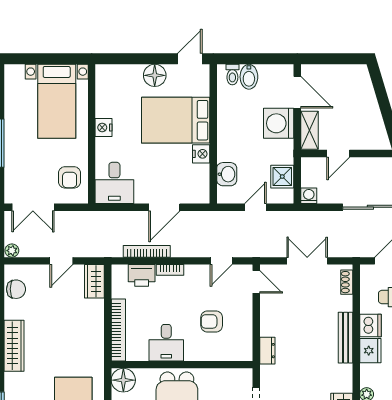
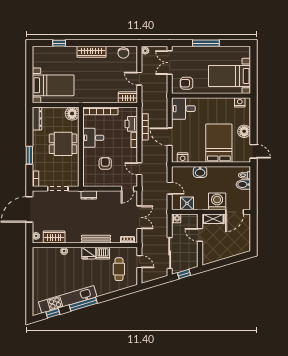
nightstand: (104, 128) -> (240, 102), moved
nightstand: (201, 154) -> (183, 158), moved
washbasin: (227, 174) -> (200, 172), moved

